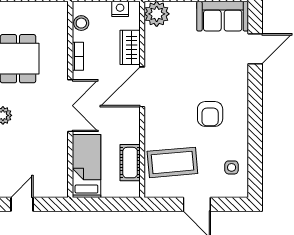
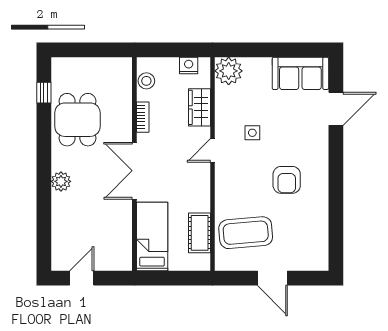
door: (142, 87) -> (213, 150), width x0.53
double door: (70, 106) -> (134, 171), swing flipped
side table: (232, 167) -> (252, 133), moved

